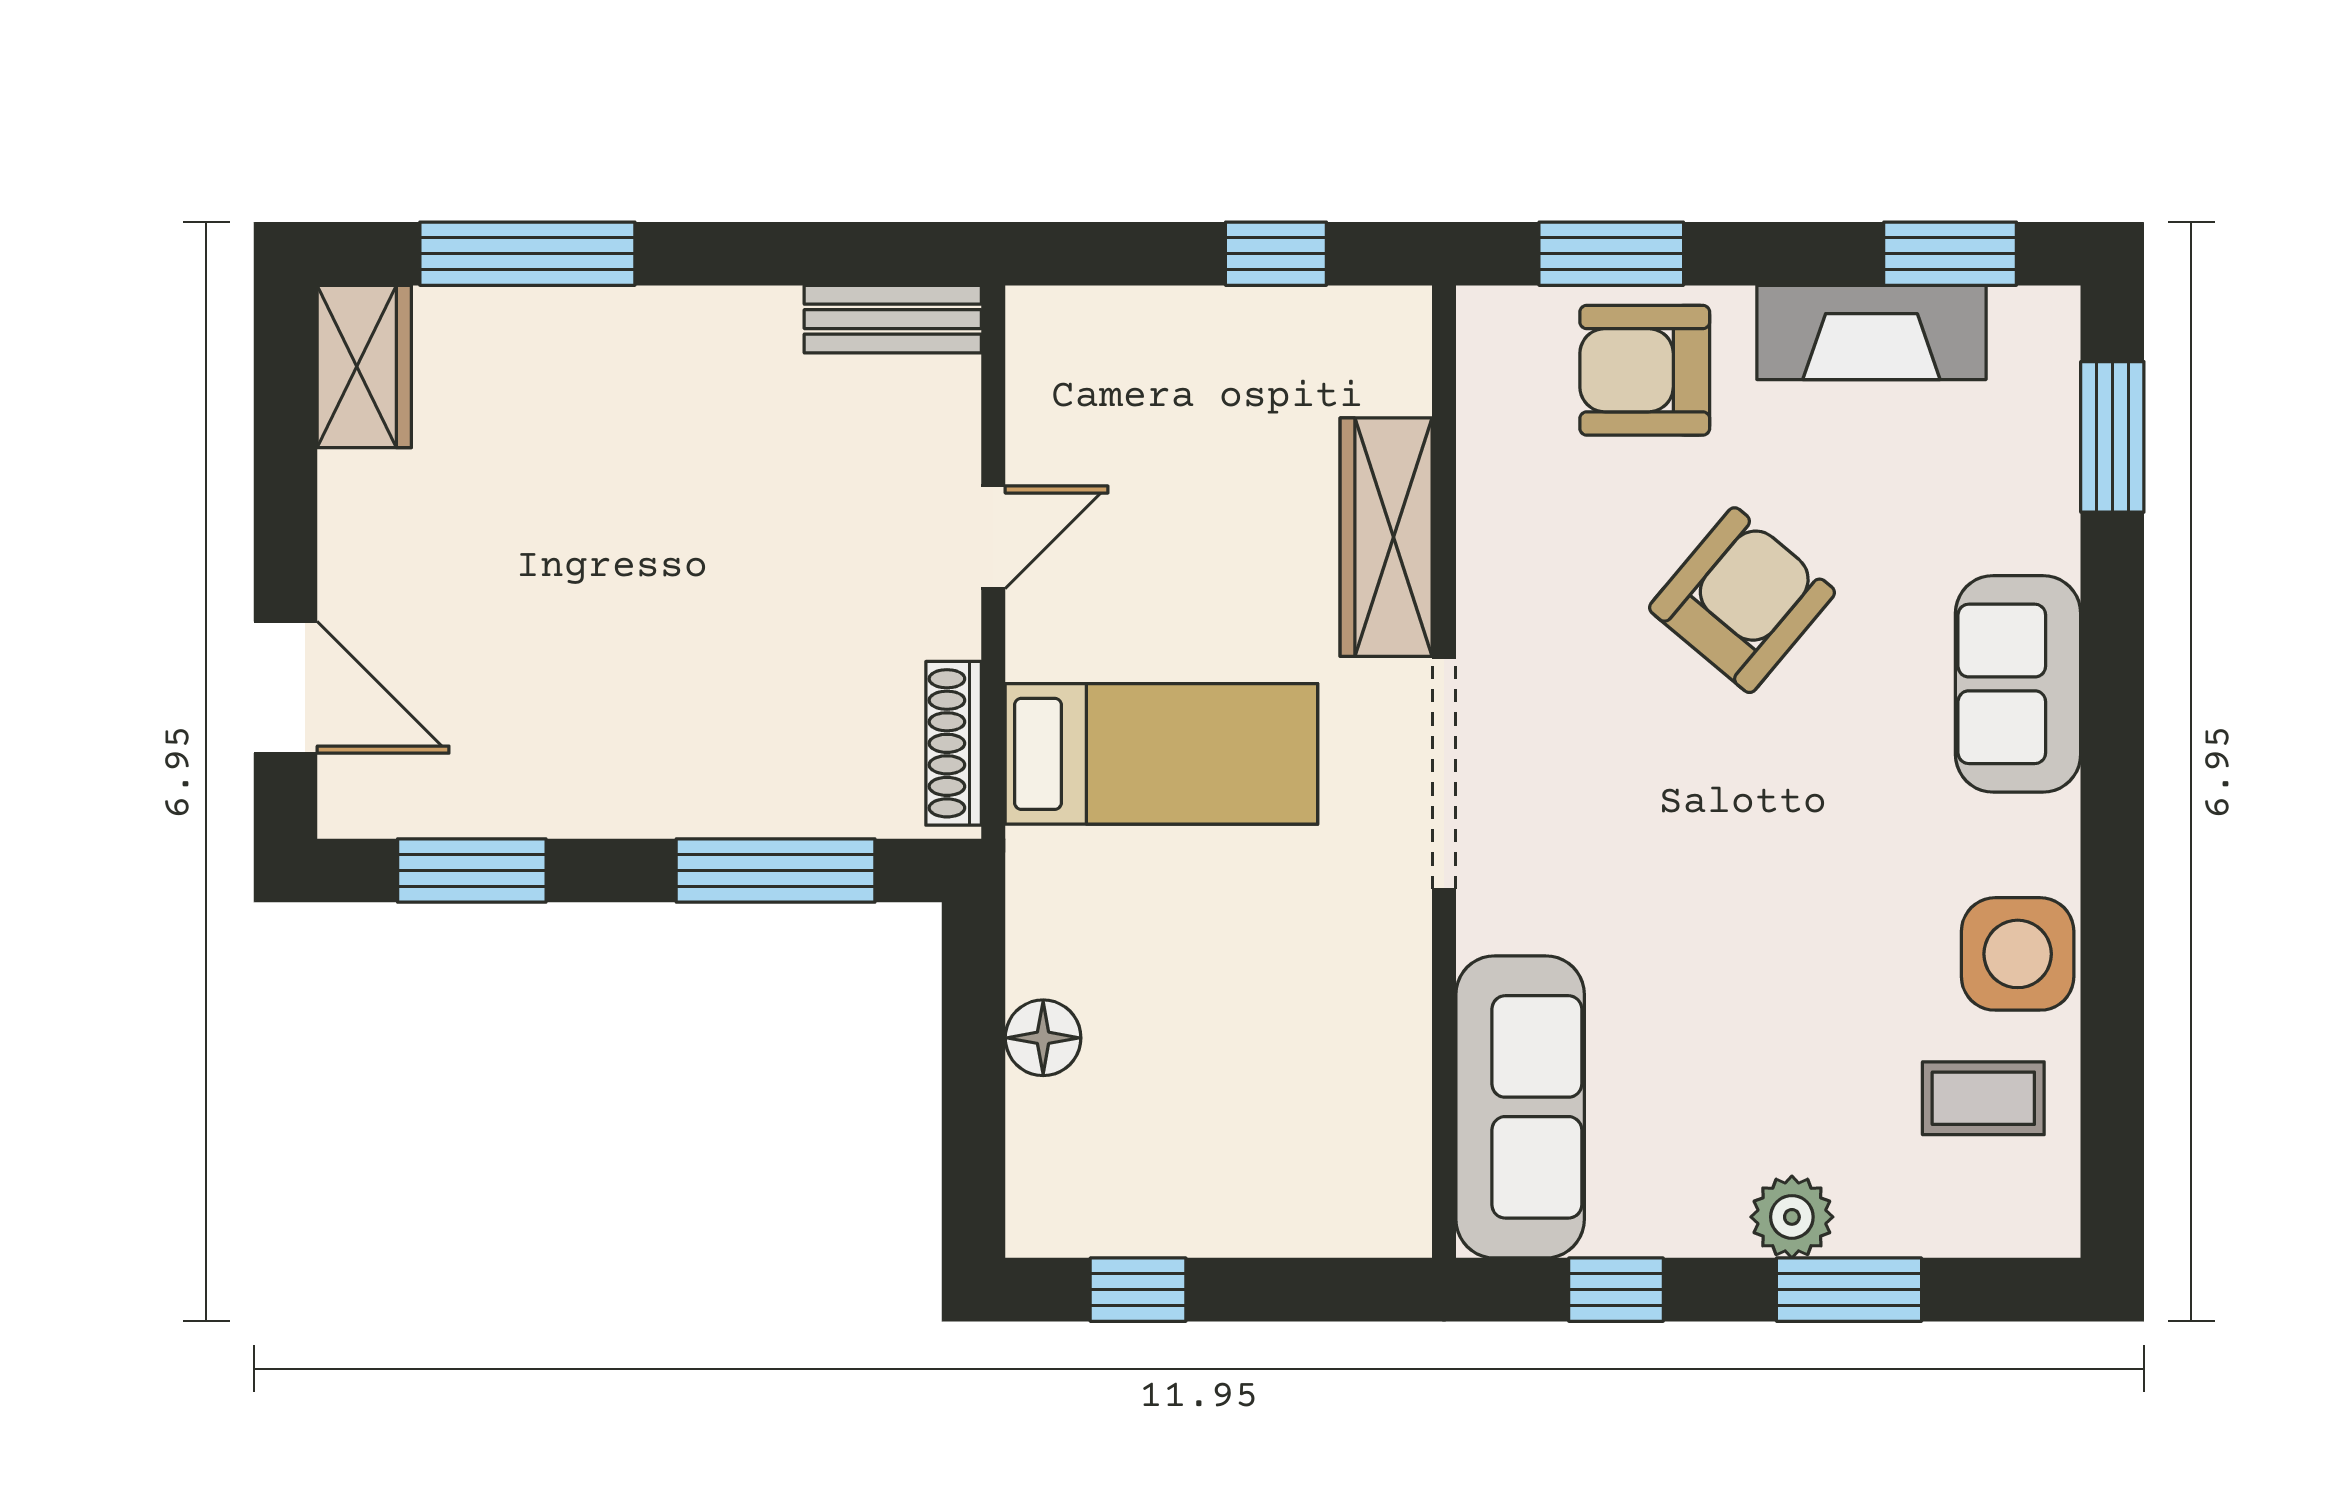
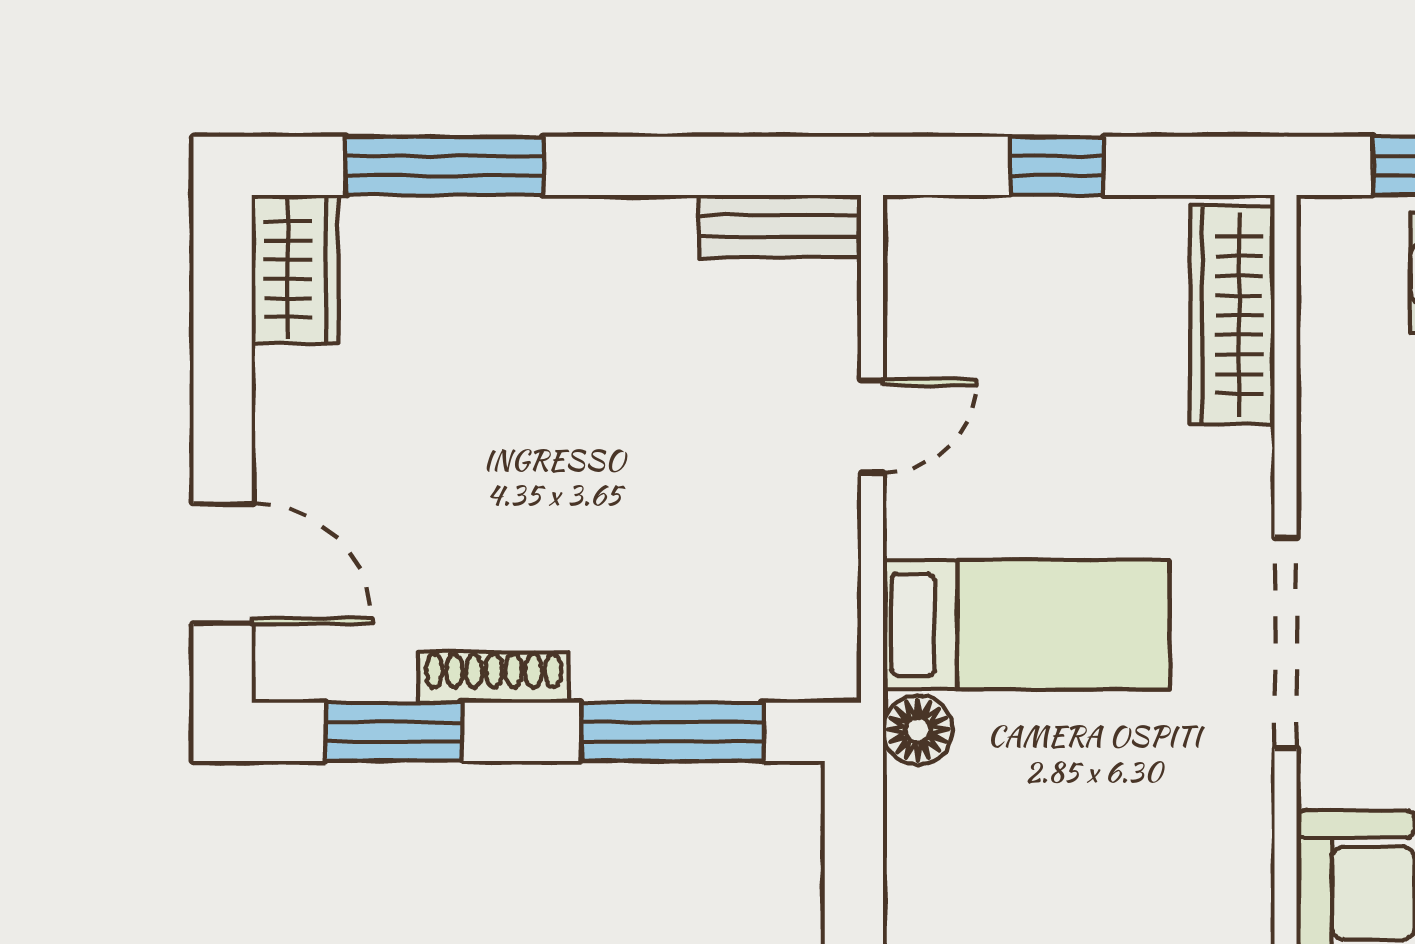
window: (1276, 254) -> (1057, 166), moved
wardrobe: (1386, 537) -> (1232, 315), moved
shoe rack: (954, 743) -> (494, 677), moved, turned 90
floor lamp: (1043, 1038) -> (918, 730), moved

